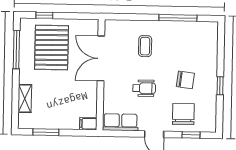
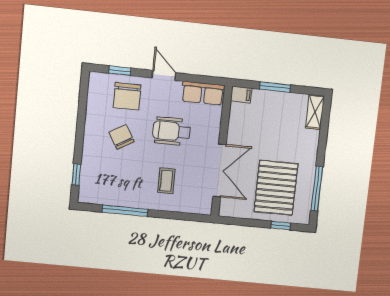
chair: (185, 80) -> (122, 137), turned 53
window: (220, 86) -> (76, 174), moved
wheelchair: (144, 88) -> (171, 131), width x1.36, depth x1.37
shelving: (25, 99) -> (315, 112), moved
window: (46, 132) -> (275, 87), moved

